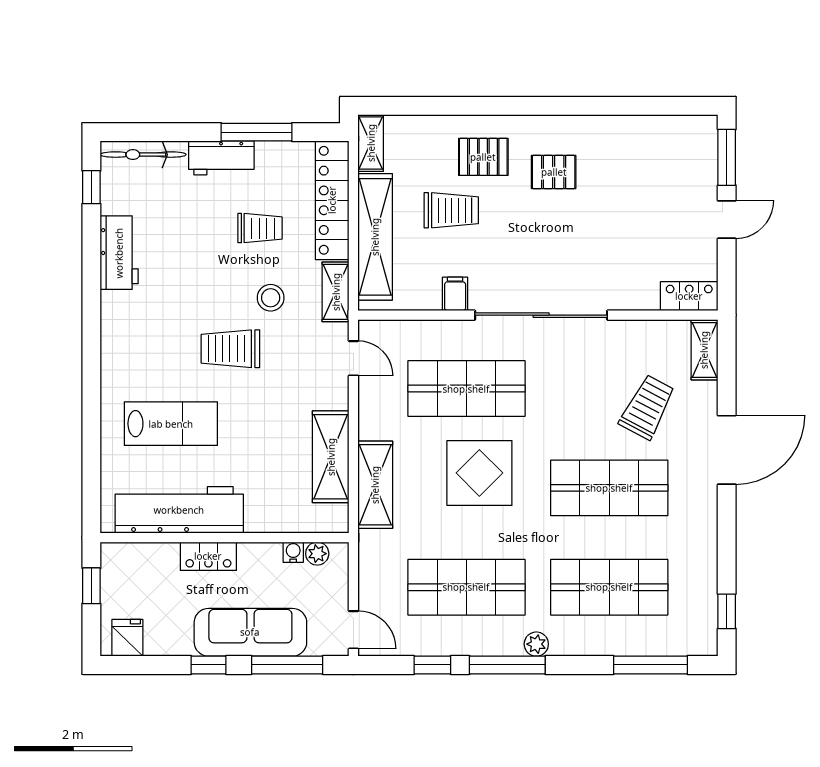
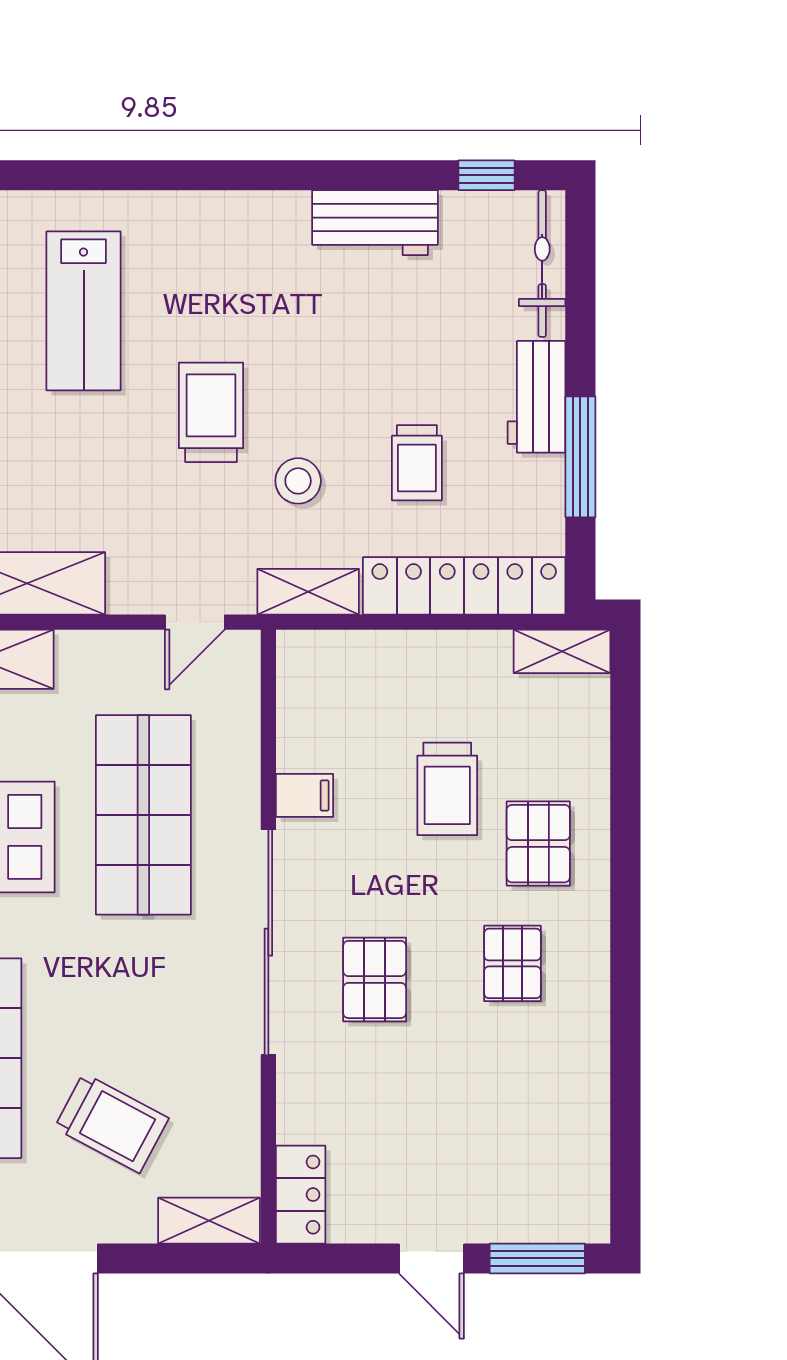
shelving: (375, 237) -> (402, 659), removed
pallet: (563, 253) -> (375, 979), added

